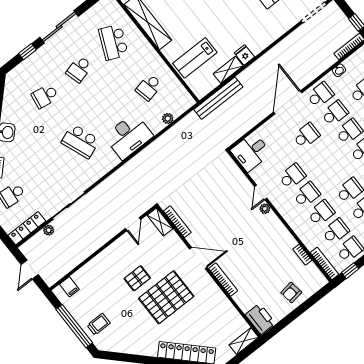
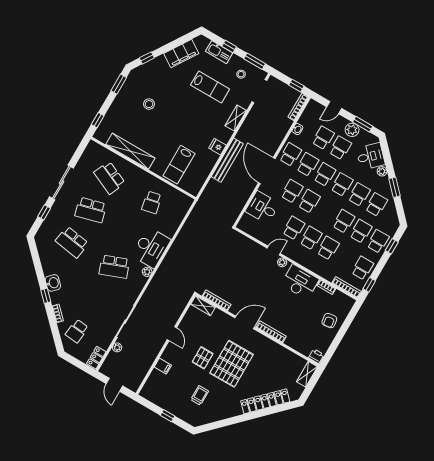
school desk: (79, 69) -> (91, 210), width x1.85
shelving: (228, 70) -> (236, 118), moved
school desk: (45, 96) -> (72, 242), width x1.85
bench: (218, 98) -> (227, 160), moved
plant: (168, 118) -> (147, 272), moved
desk: (251, 152) -> (262, 207), moved, turned 90
door: (261, 192) -> (274, 251), swing flipped
door: (133, 224) -> (172, 334), moved
locker: (27, 228) -> (96, 358), width x0.66
school desk: (335, 231) -> (309, 201), moved
desk: (276, 238) -> (300, 282), added
filing cabinet: (69, 287) -> (163, 366), moved
printer: (260, 319) -> (316, 356), width x0.53, depth x0.68
trolley: (99, 324) -> (200, 395), moved
window: (74, 326) -> (167, 416), width x0.32

